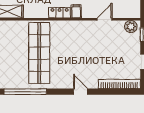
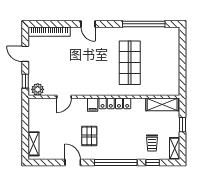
locker: (60, 13) -> (115, 103), width x1.53
shop shelf: (39, 53) -> (130, 63), width x0.71

